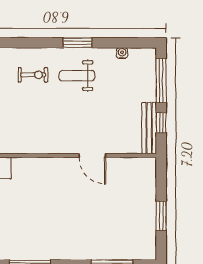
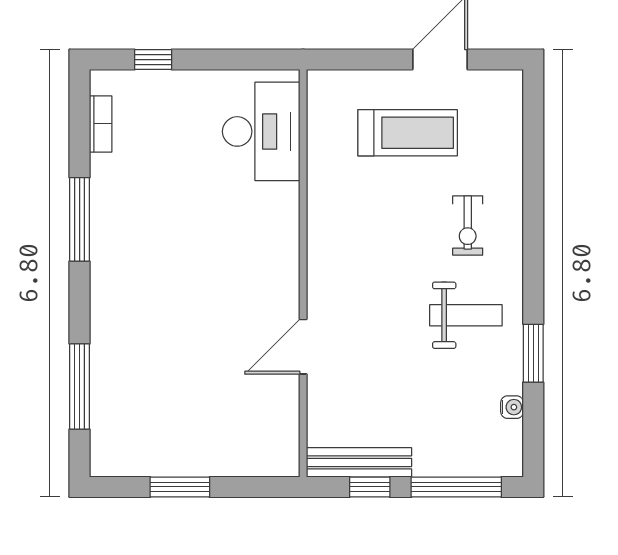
window: (78, 43) -> (533, 353), moved
weight bench: (77, 76) -> (466, 315), turned 90

